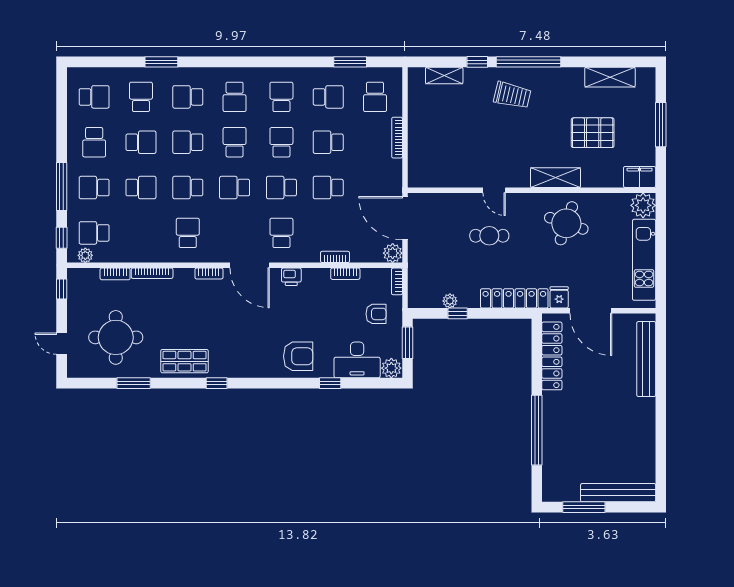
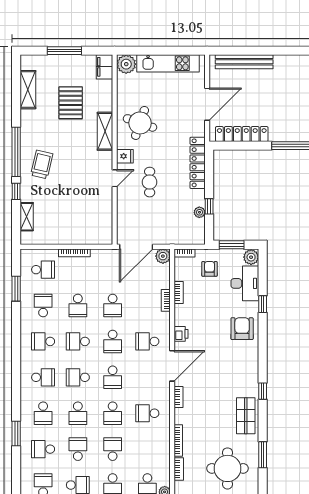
fridge: (559, 297) -> (125, 156), moved, turned 180

